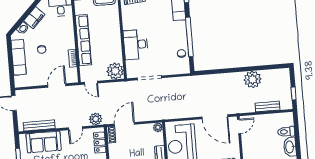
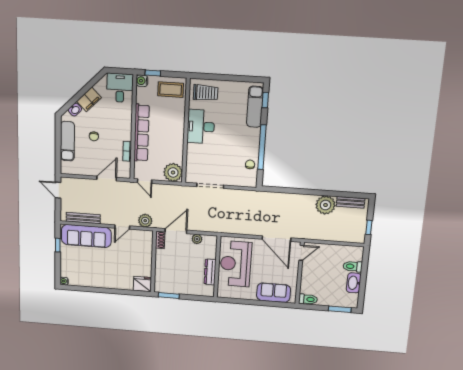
desk: (136, 44) -> (201, 127), moved
bench: (267, 107) -> (351, 202), moved
plant: (158, 127) -> (197, 239), moved
sofa: (44, 142) -> (86, 236), width x1.36
locker: (100, 143) -> (147, 246), removed

